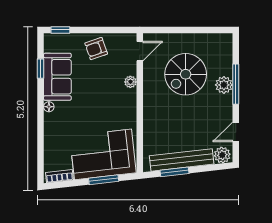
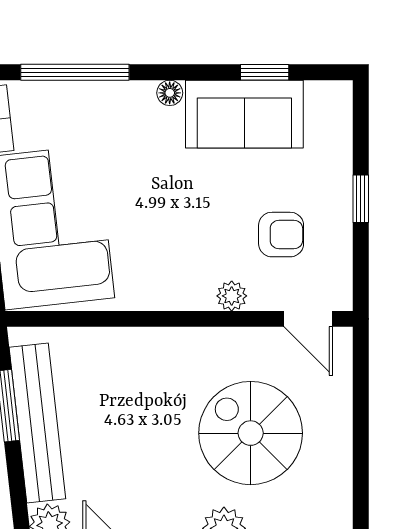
window: (60, 30) -> (361, 199), moved
armchair: (96, 49) -> (281, 235), moved, turned 109
window: (41, 145) -> (75, 72), added

